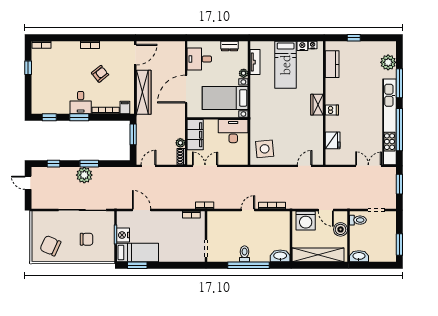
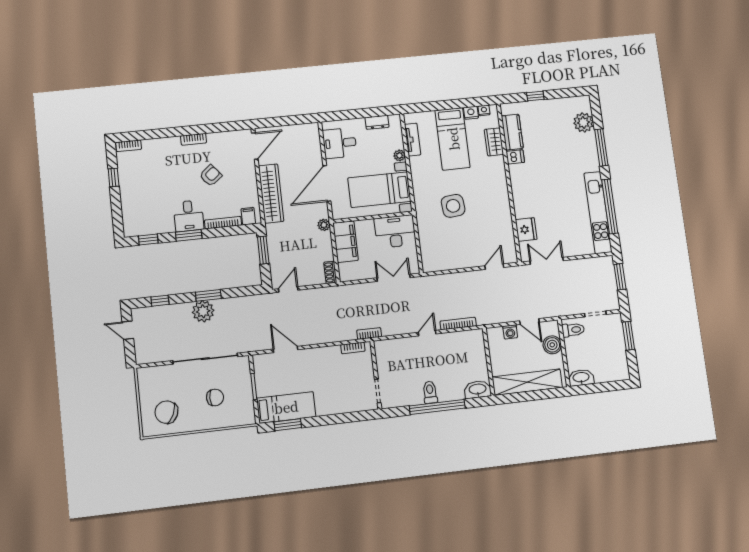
wardrobe: (317, 105) -> (494, 142), moved
dishwasher: (332, 110) -> (515, 157), moved
kitchen unit: (389, 122) -> (598, 213), width x0.73
plant: (180, 143) -> (324, 225), moved
side table: (265, 149) -> (453, 206), moved
double door: (205, 166) -> (394, 278), moved
double door: (368, 166) -> (547, 261), moved
washing machine: (306, 221) -> (510, 332), width x0.53, depth x0.53
nightstand: (123, 235) -> (264, 386), removed
window: (399, 244) -> (628, 336), moved

